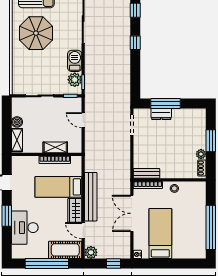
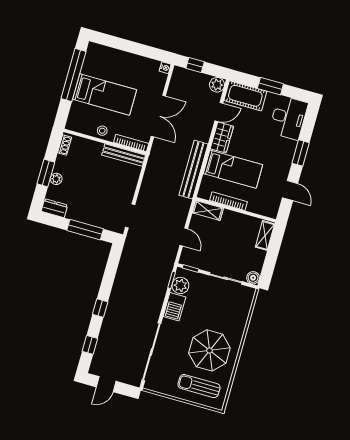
dresser: (161, 114) -> (54, 208), moved
boiler: (17, 122) -> (253, 278), moved
shelving: (55, 147) -> (208, 210), moved
plant: (201, 154) -> (56, 179), moved
bench: (146, 173) -> (124, 155), width x1.36
bench: (91, 197) -> (193, 170), moved
desk: (25, 228) -> (288, 118), moved
door: (83, 231) -> (219, 112), hinge flipped
bed: (160, 234) -> (105, 94), moved, turned -90
window: (47, 264) -> (270, 86), width x0.47

